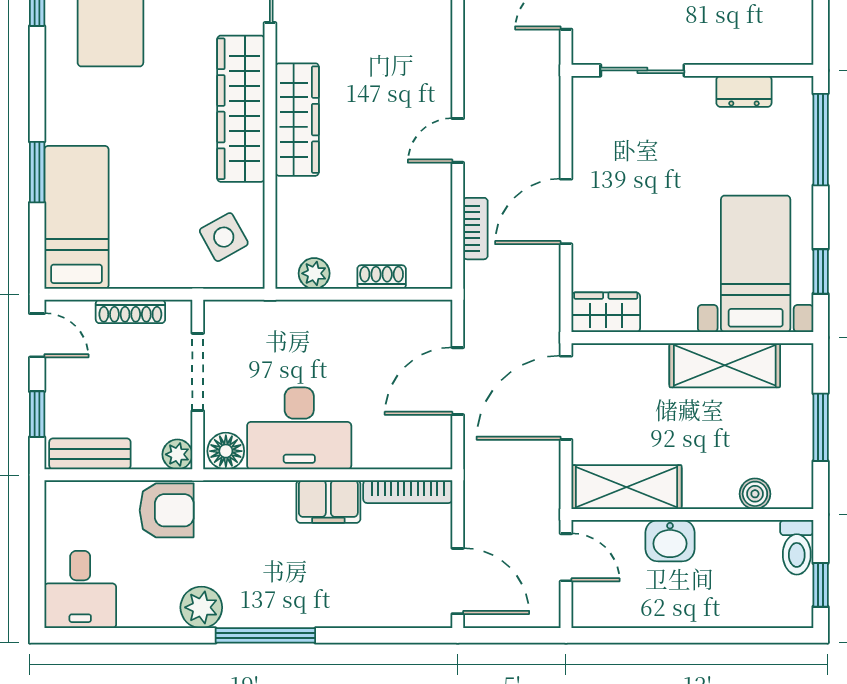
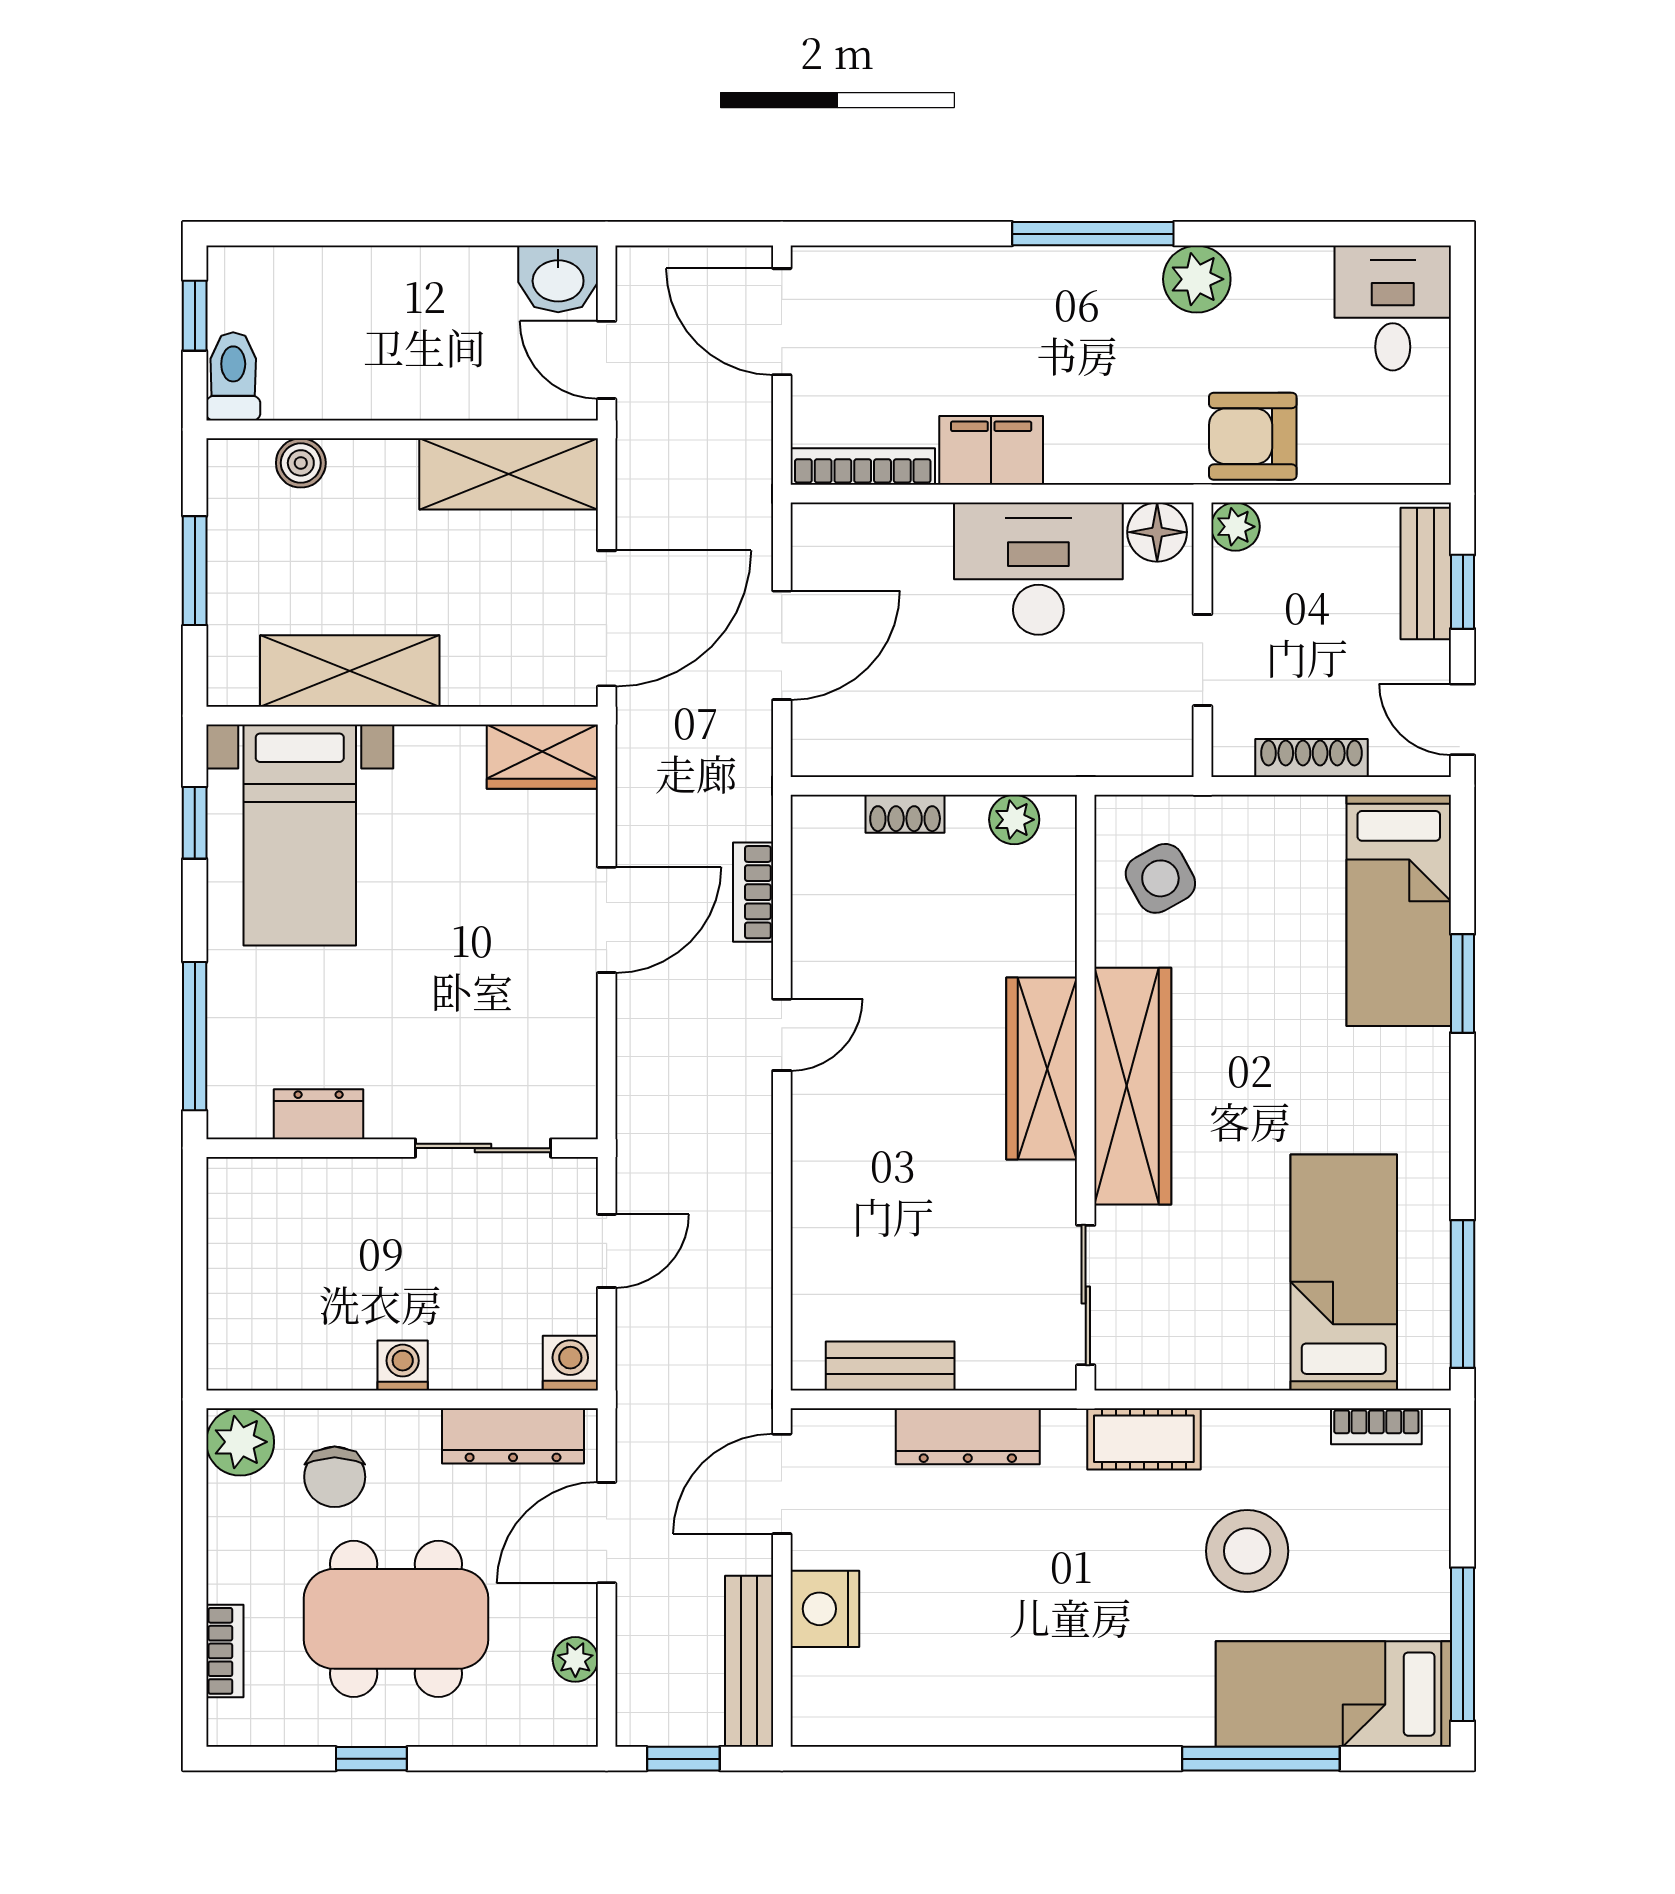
doorway: (198, 372) -> (1203, 660), width x0.73
bench: (90, 454) -> (1426, 573), moved, turned 90
washbasin: (670, 541) -> (558, 279), moved, turned 180

